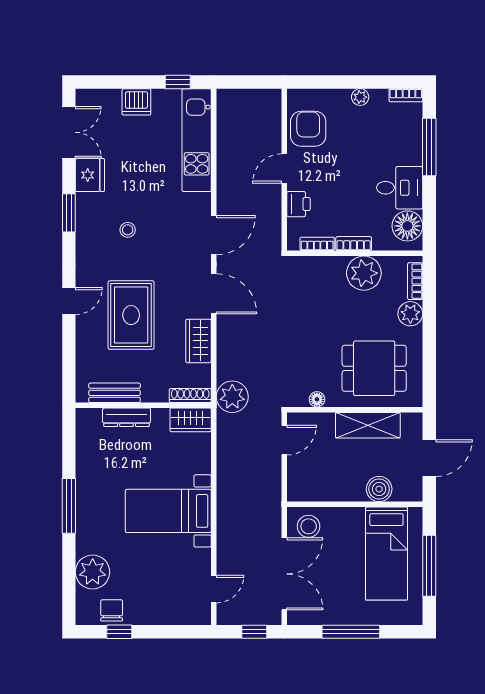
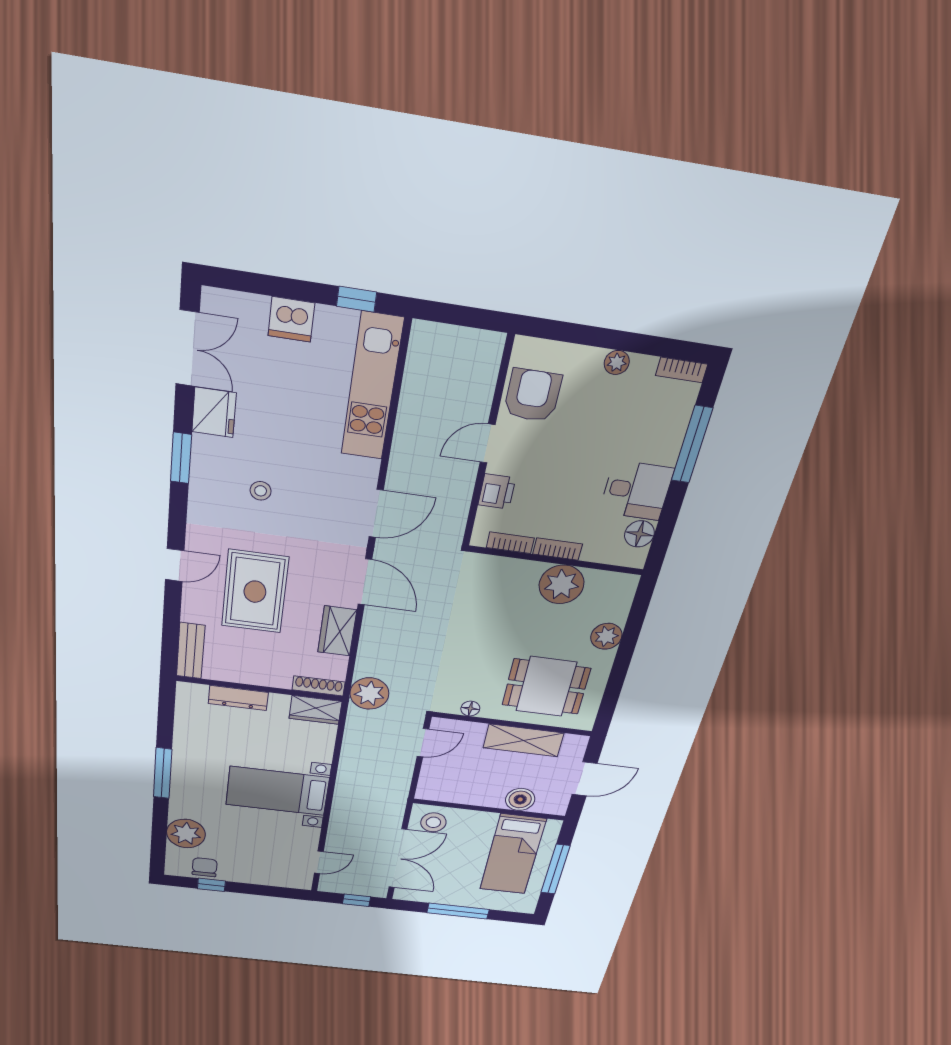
floor lamp: (407, 226) -> (639, 534), width x0.73, depth x0.73
bookcase: (415, 281) -> (623, 602), removed
bench: (115, 393) -> (191, 651), moved, turned 90

